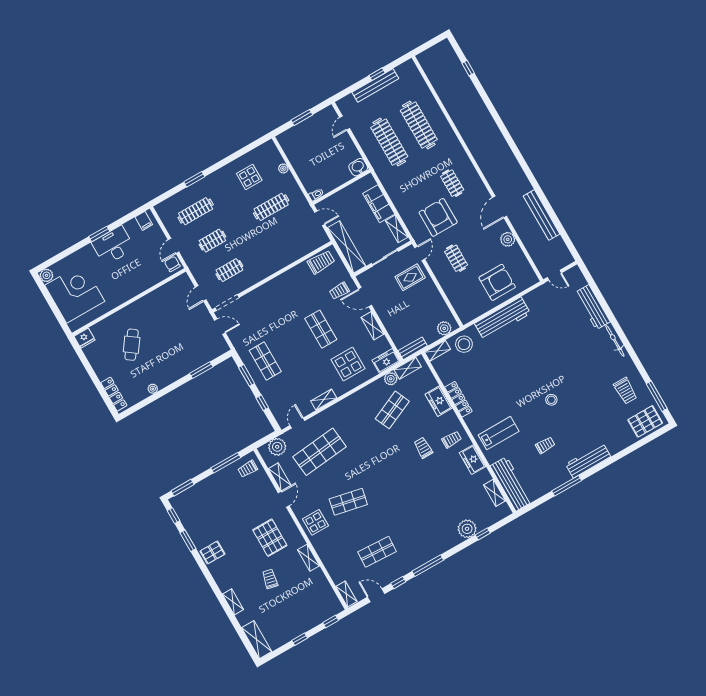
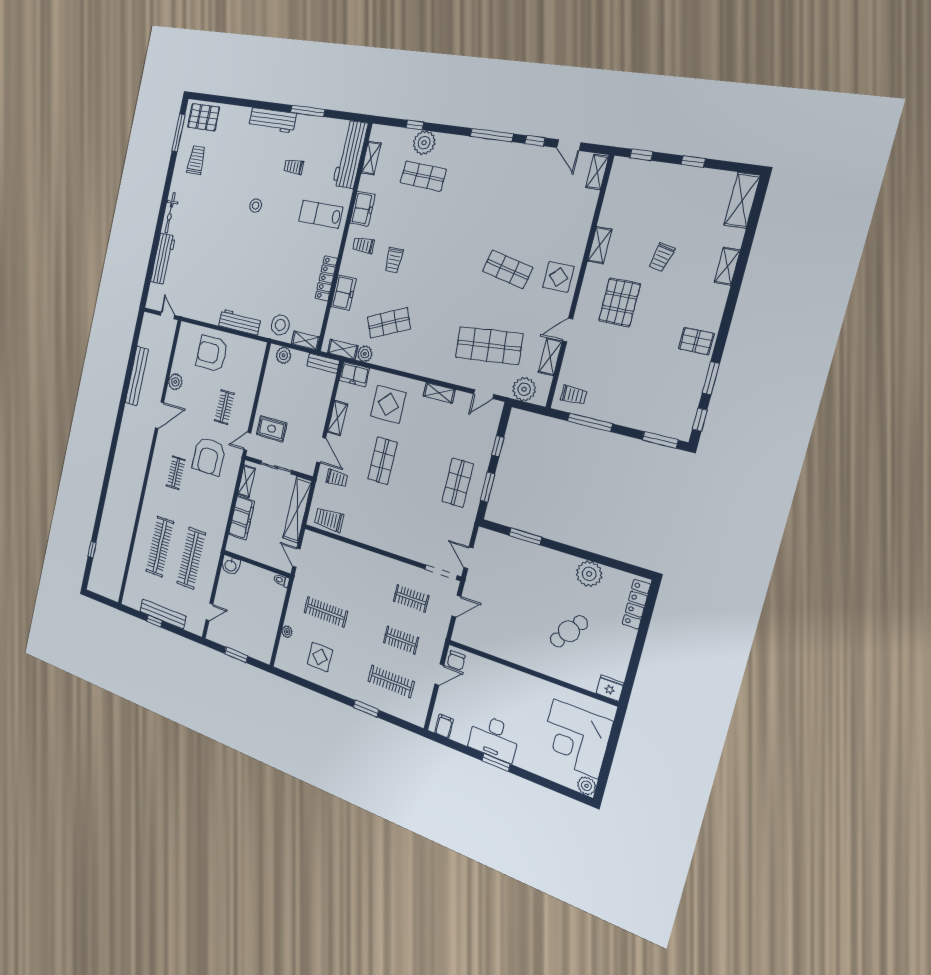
workbench: (502, 318) -> (240, 322), width x0.73, depth x0.76
plant: (153, 389) -> (589, 574), width x1.88, depth x1.88
shop shelf: (377, 552) -> (423, 176), moved

